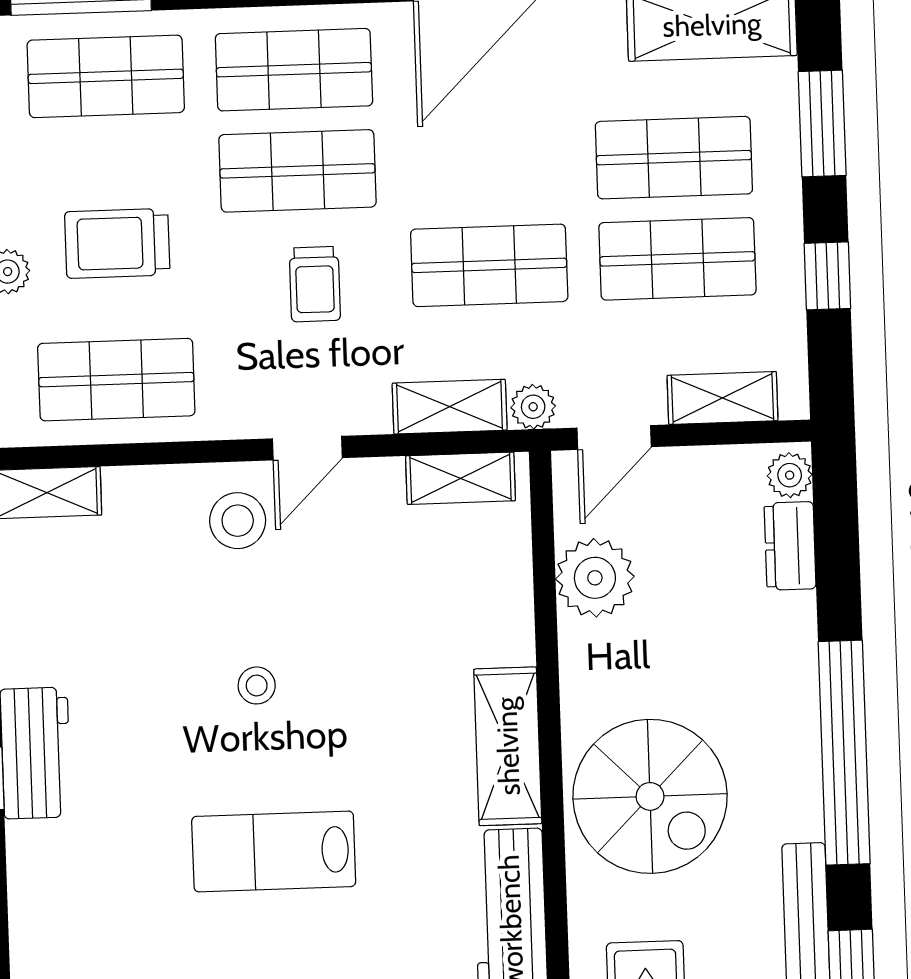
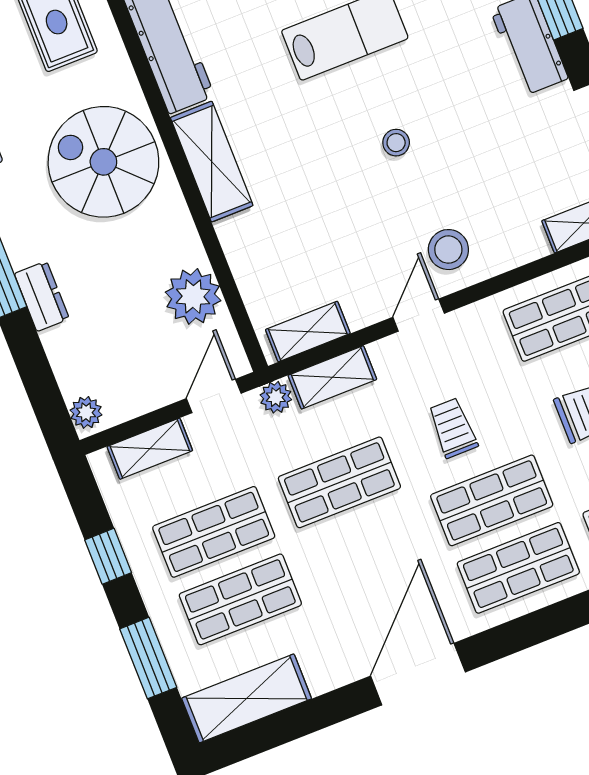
dresser: (790, 546) -> (42, 296), moved

